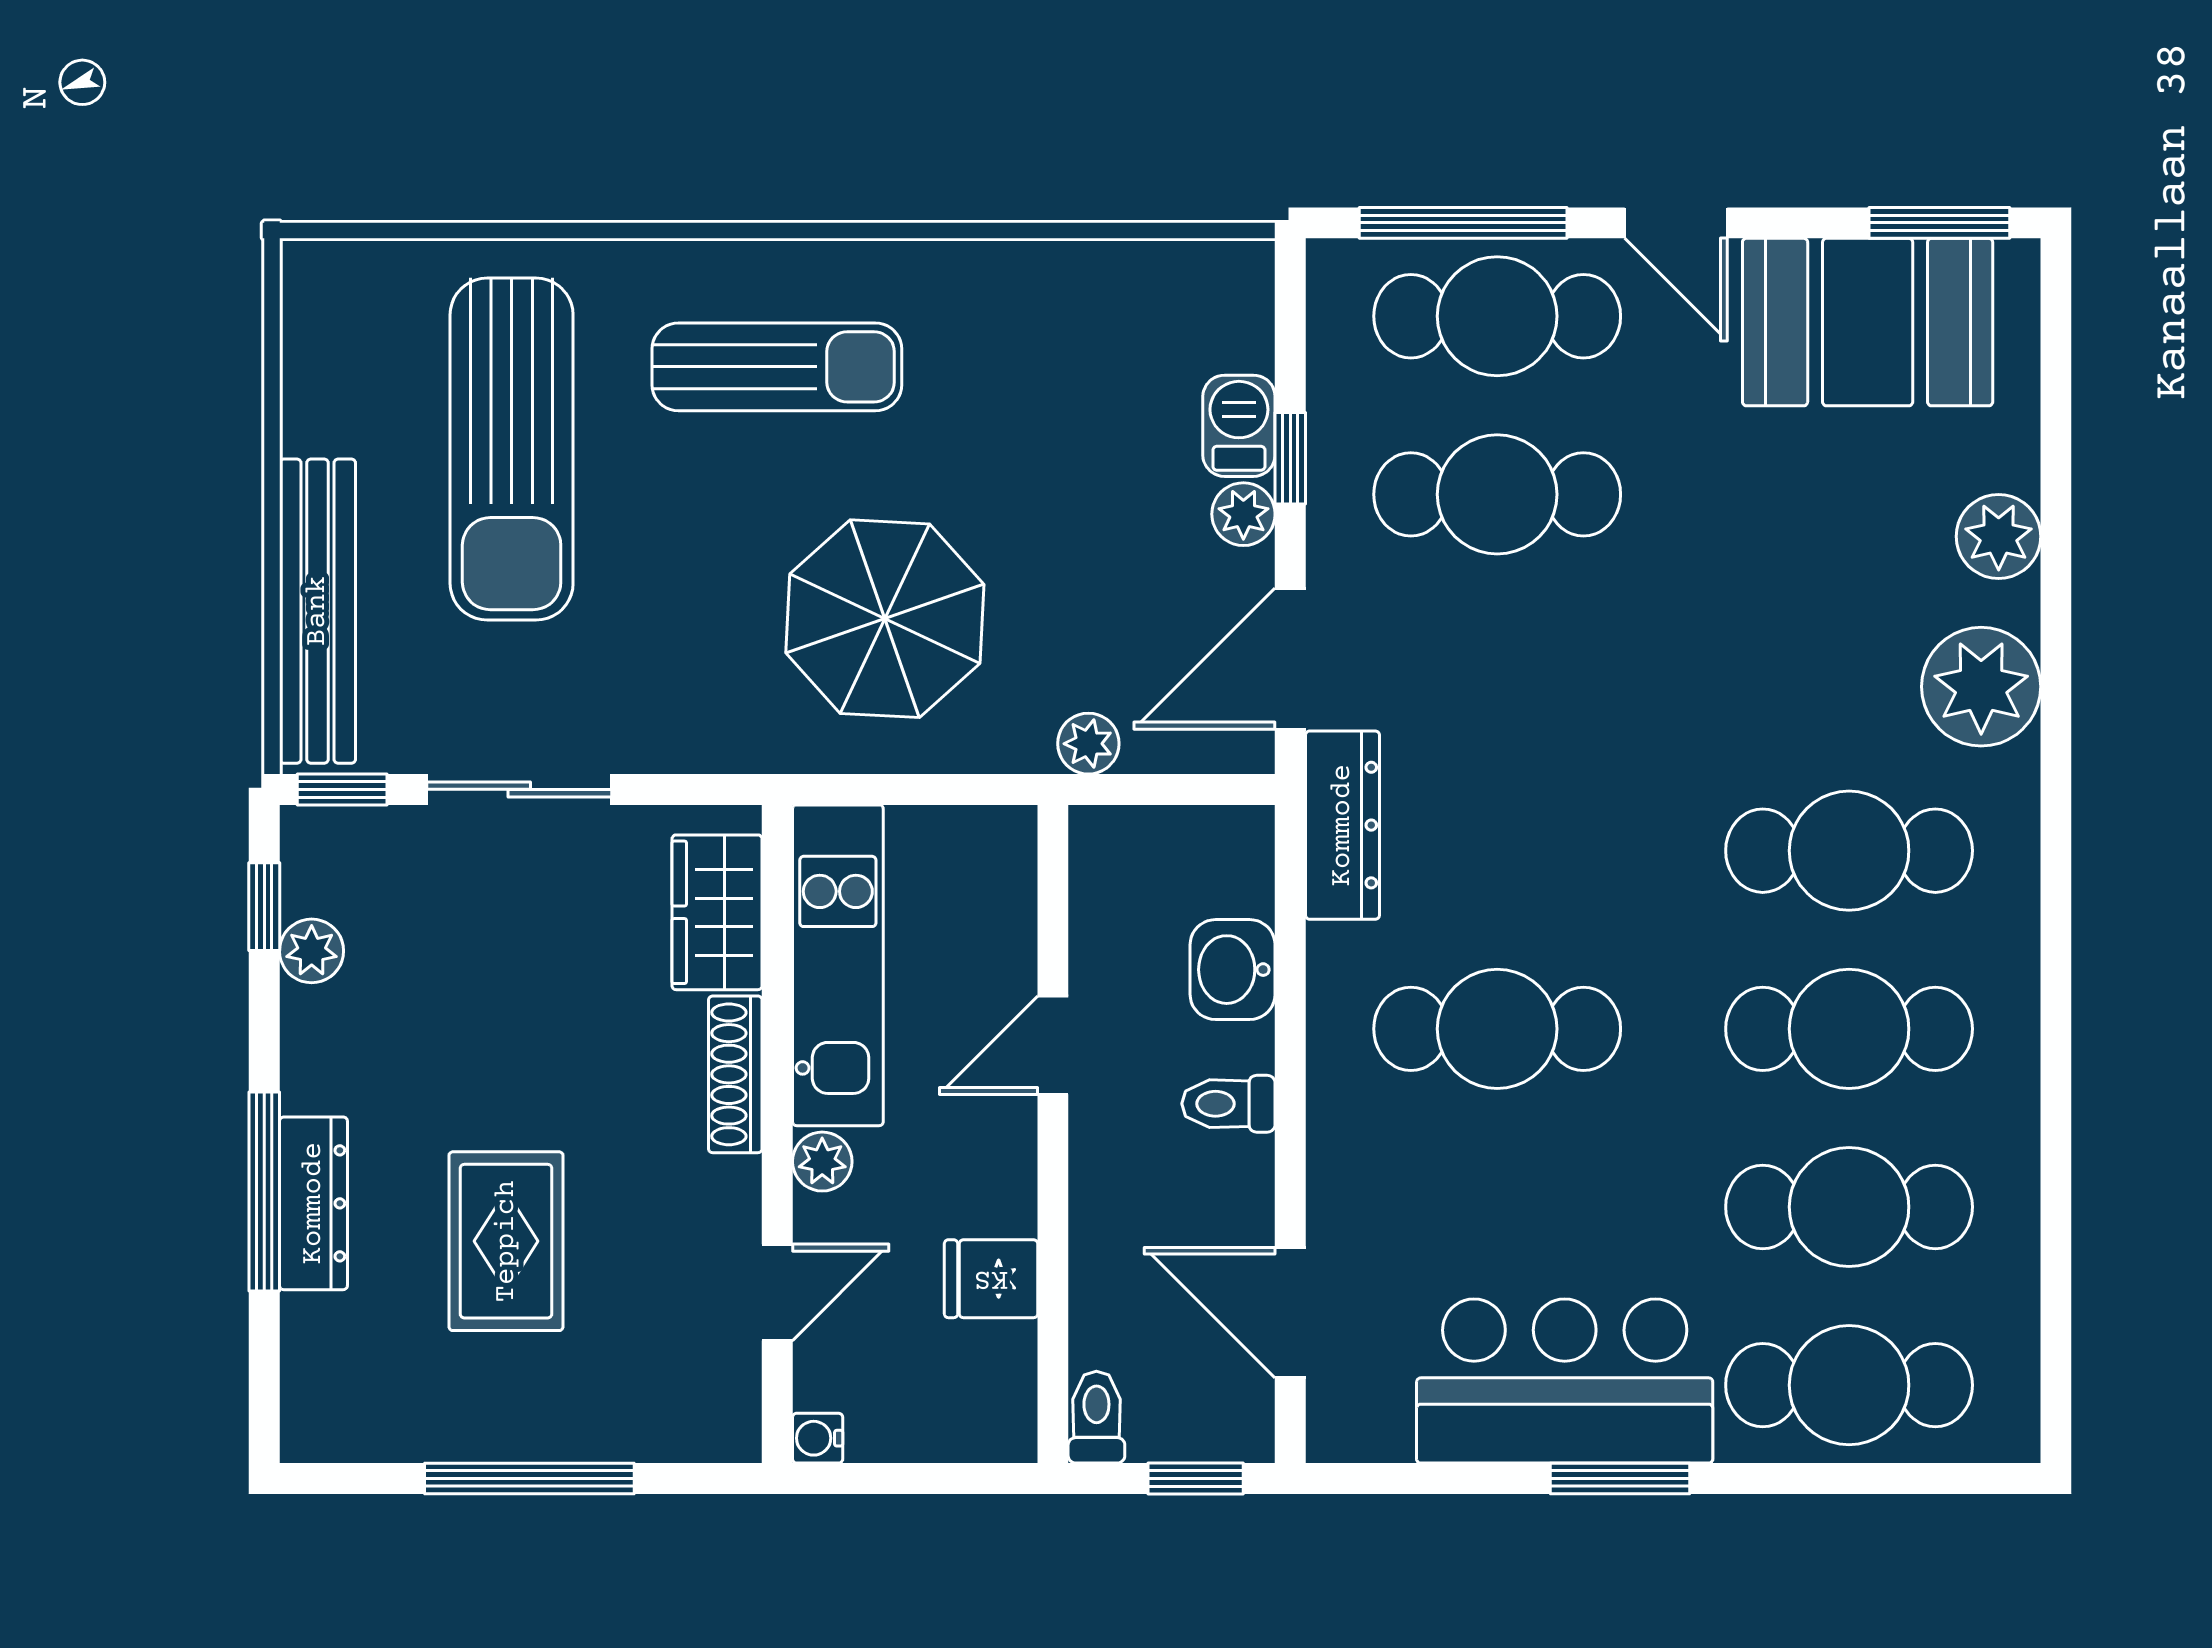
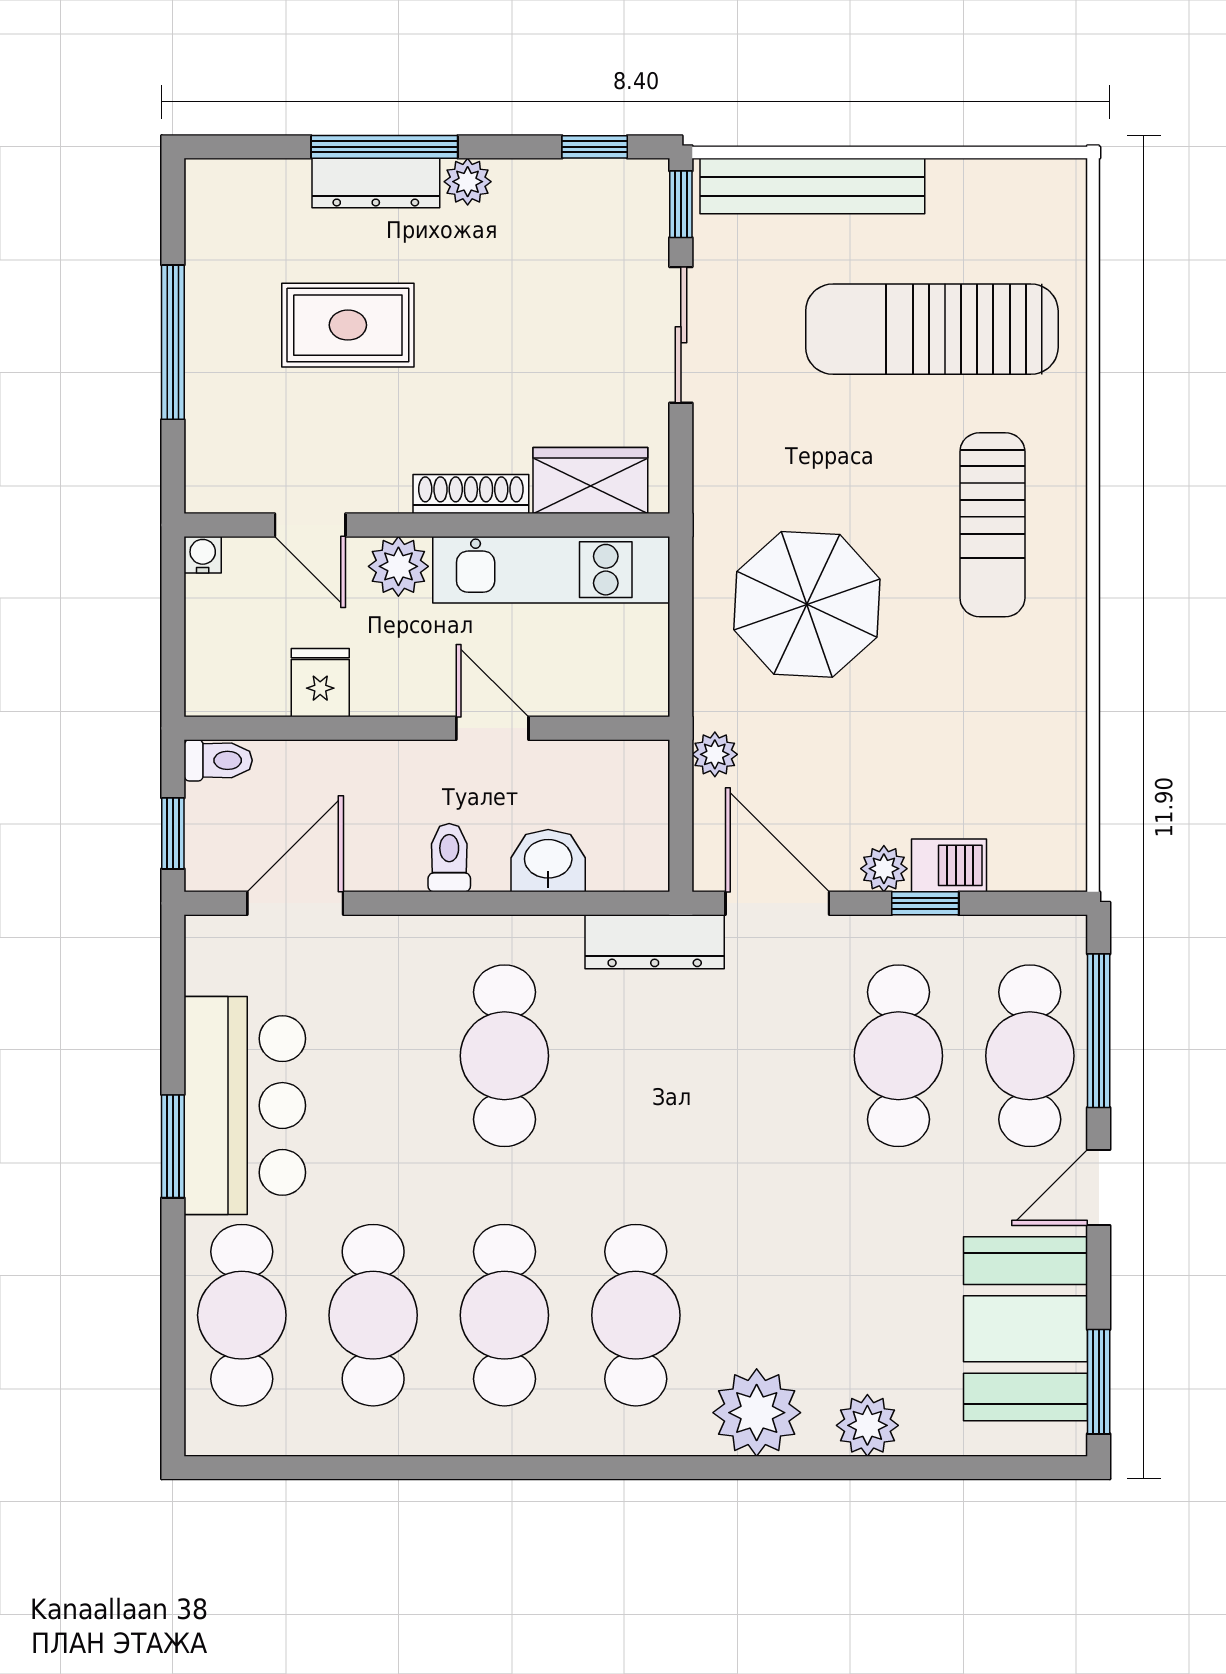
plant: (312, 951) -> (468, 182), moved
plant: (822, 1162) -> (398, 566), width x1.38, depth x1.38

